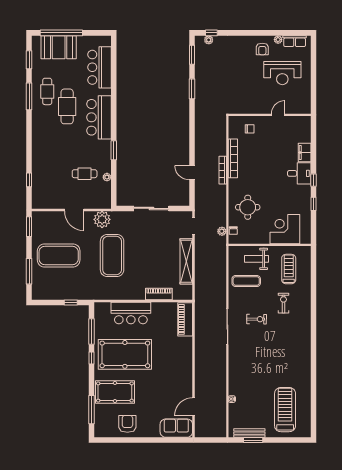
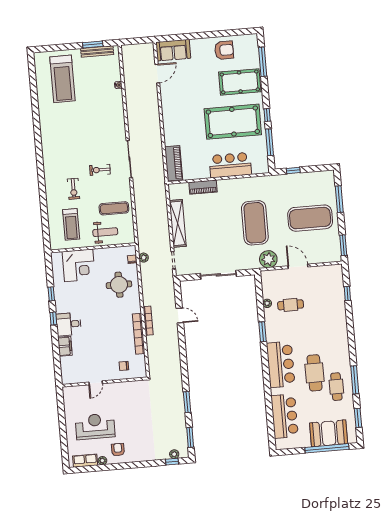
armchair: (127, 424) -> (224, 50), turned -90

